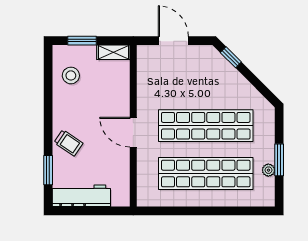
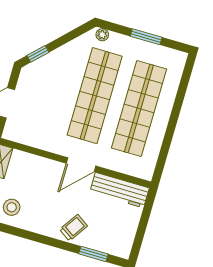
plant: (268, 170) -> (102, 35), moved
workbench: (81, 196) -> (119, 190), moved, turned -90

